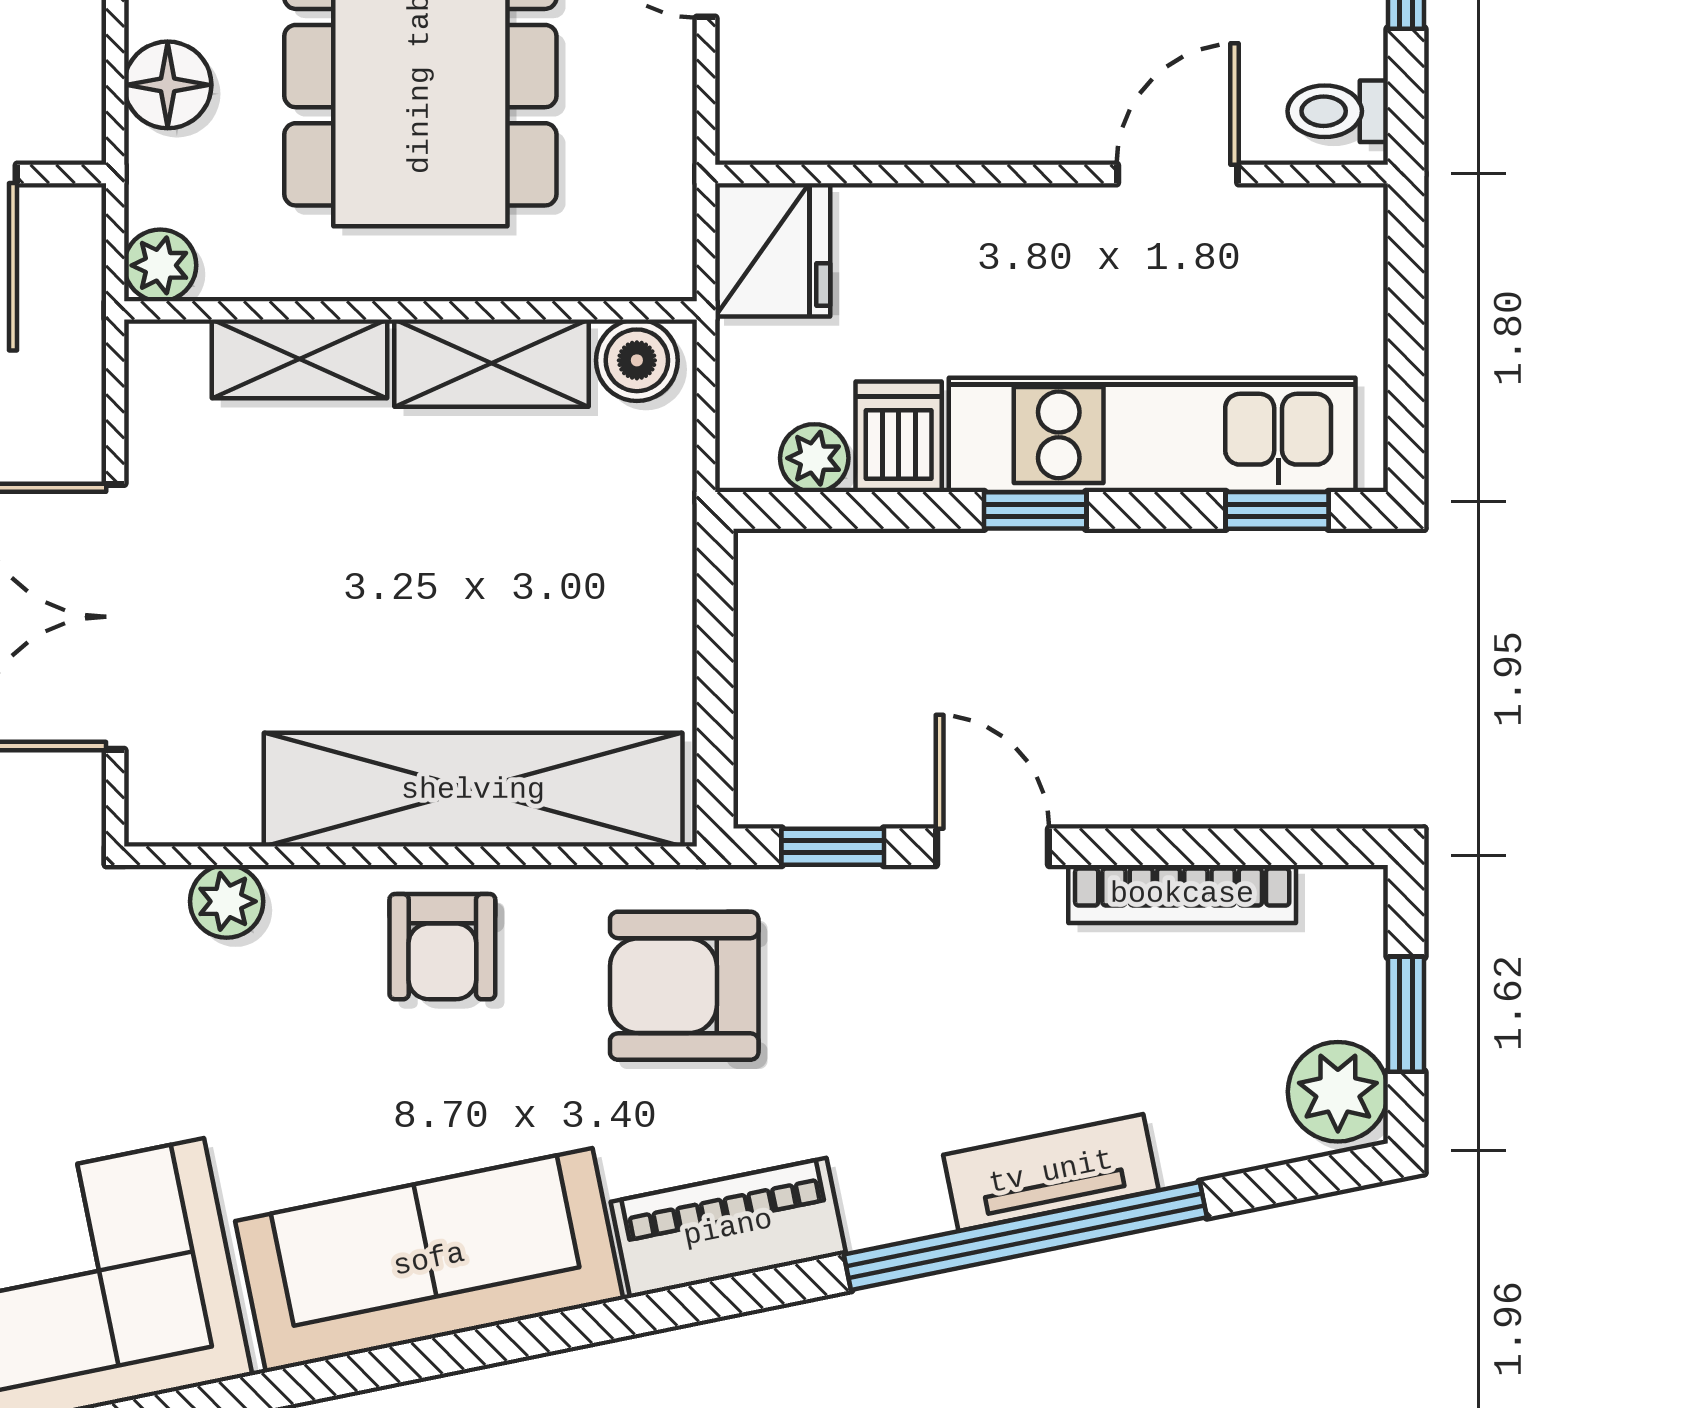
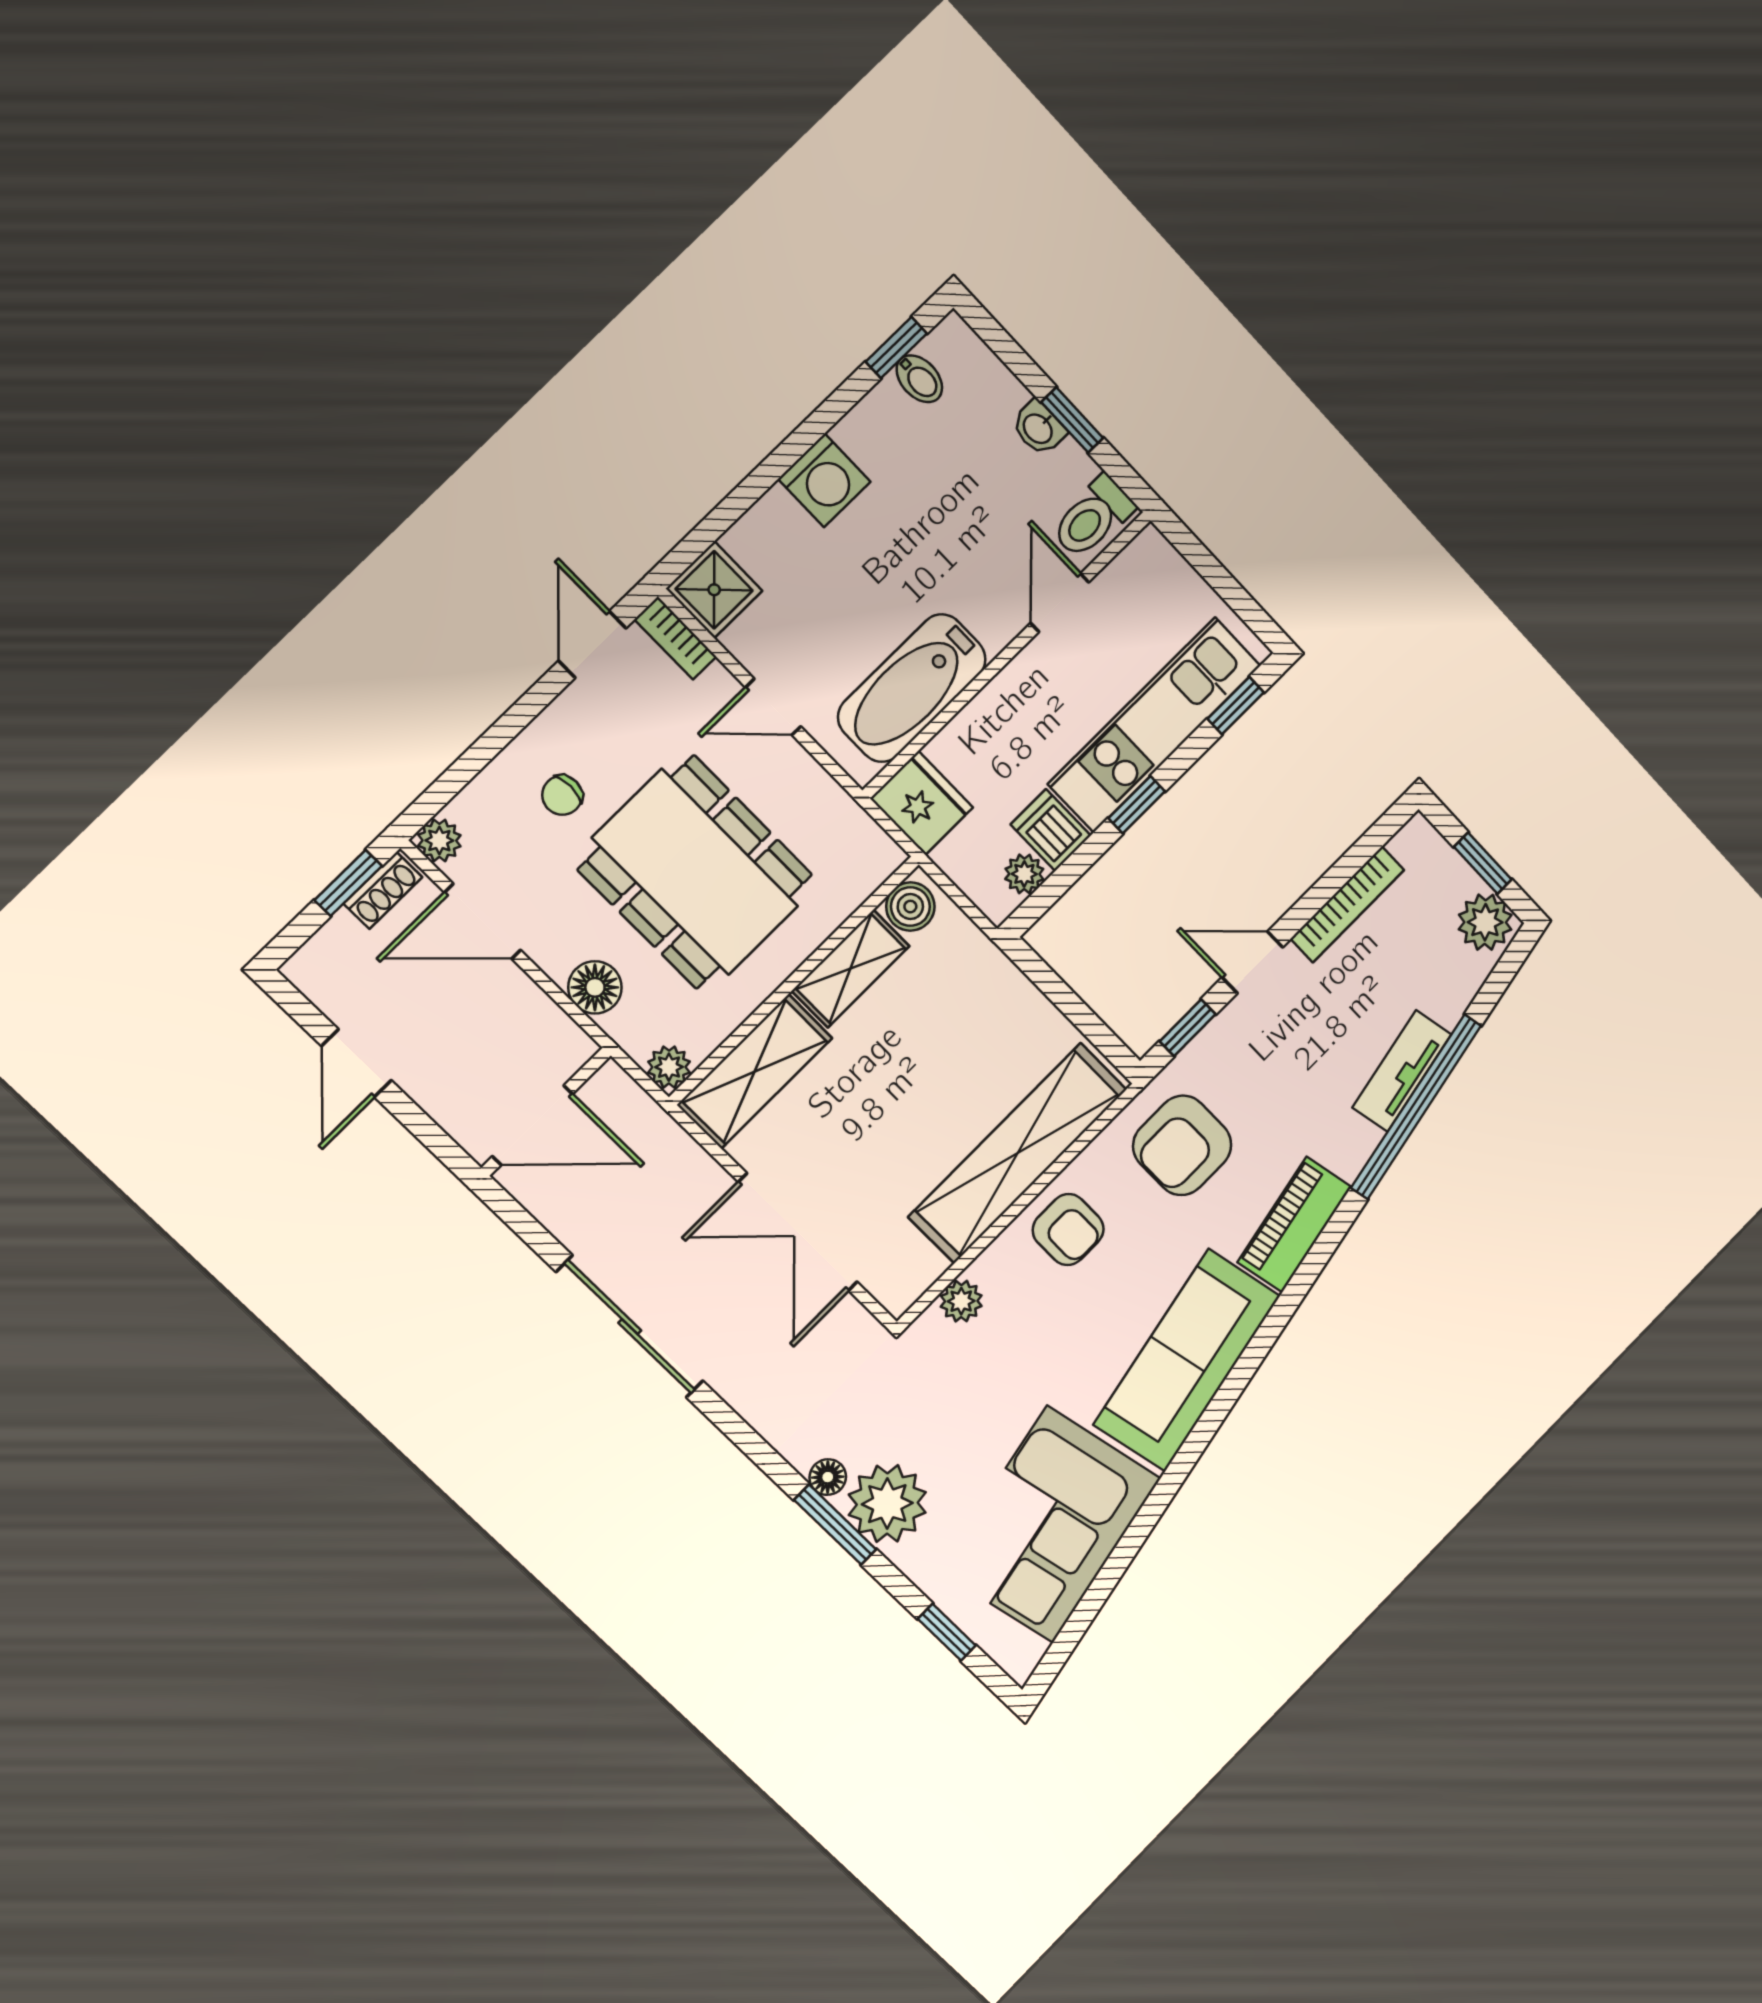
bathtub: (896, 102) -> (912, 688), added
toilet: (1338, 111) -> (1093, 517), width x1.37, depth x1.39
shelving: (300, 359) -> (755, 1071), width x1.50, depth x1.33

